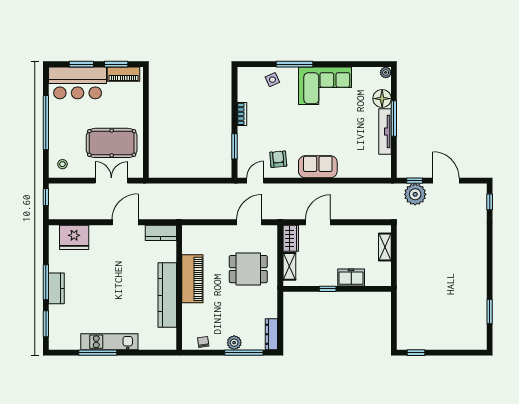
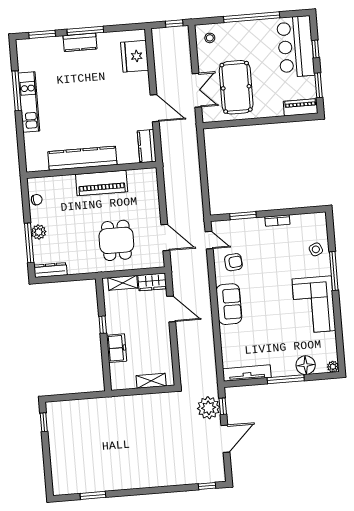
window: (81, 64) -> (316, 49), width x0.67
piano: (124, 74) -> (301, 107), moved, turned 90
tv unit: (385, 131) -> (247, 373), moved

